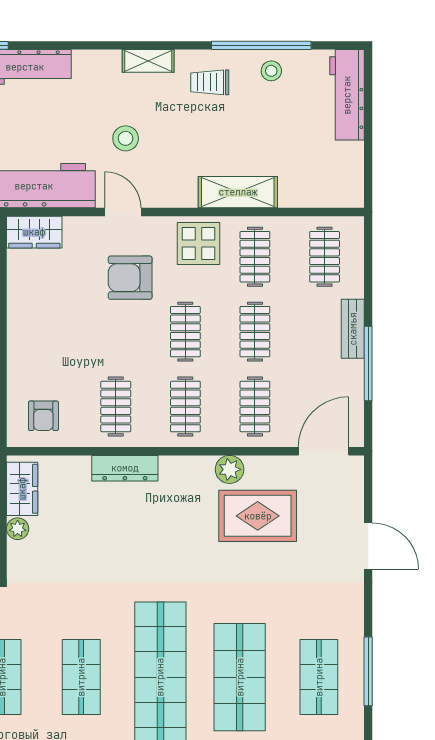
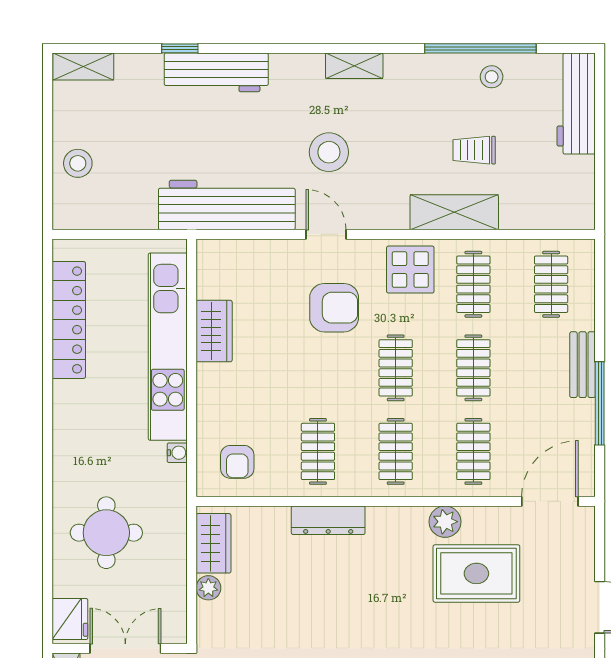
trolley: (210, 82) -> (474, 150), moved
stool: (126, 138) -> (329, 152), width x1.38, depth x1.38
wardrobe: (34, 232) -> (214, 331), moved, turned -90
armchair: (130, 278) -> (334, 308), turned 180

